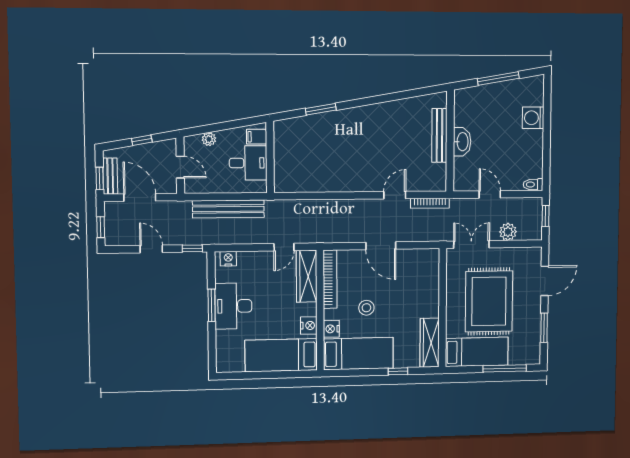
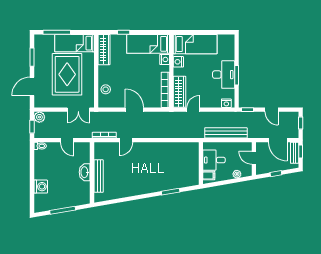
plant: (508, 232) -> (39, 117), moved
stool: (366, 308) -> (106, 89), moved

